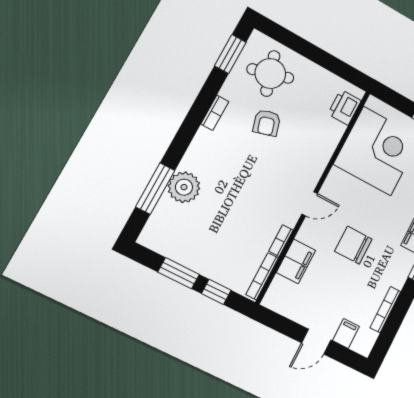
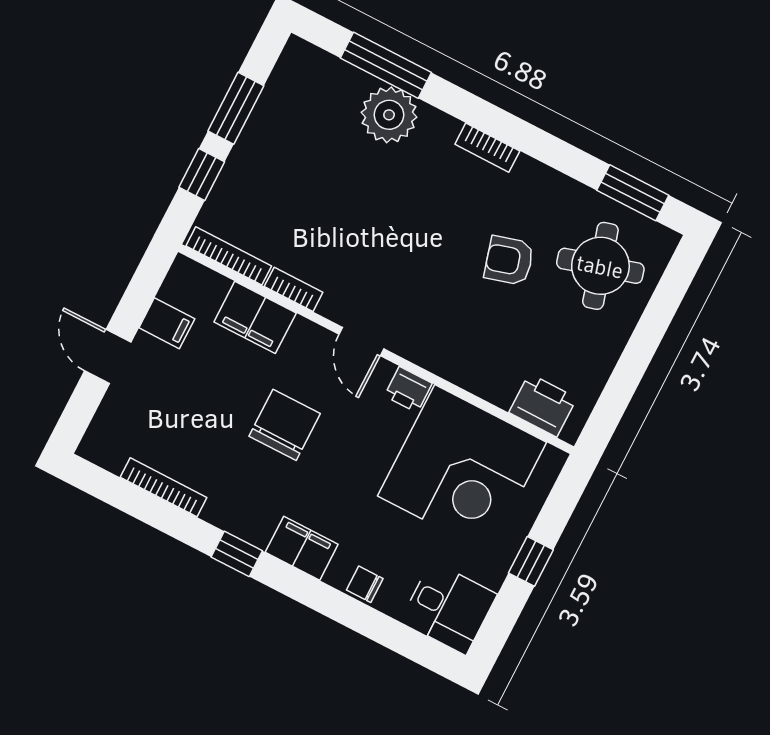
bookcase: (215, 113) -> (487, 148), moved
printer: (335, 179) -> (408, 390), added
filing cabinet: (346, 334) -> (167, 323), moved

